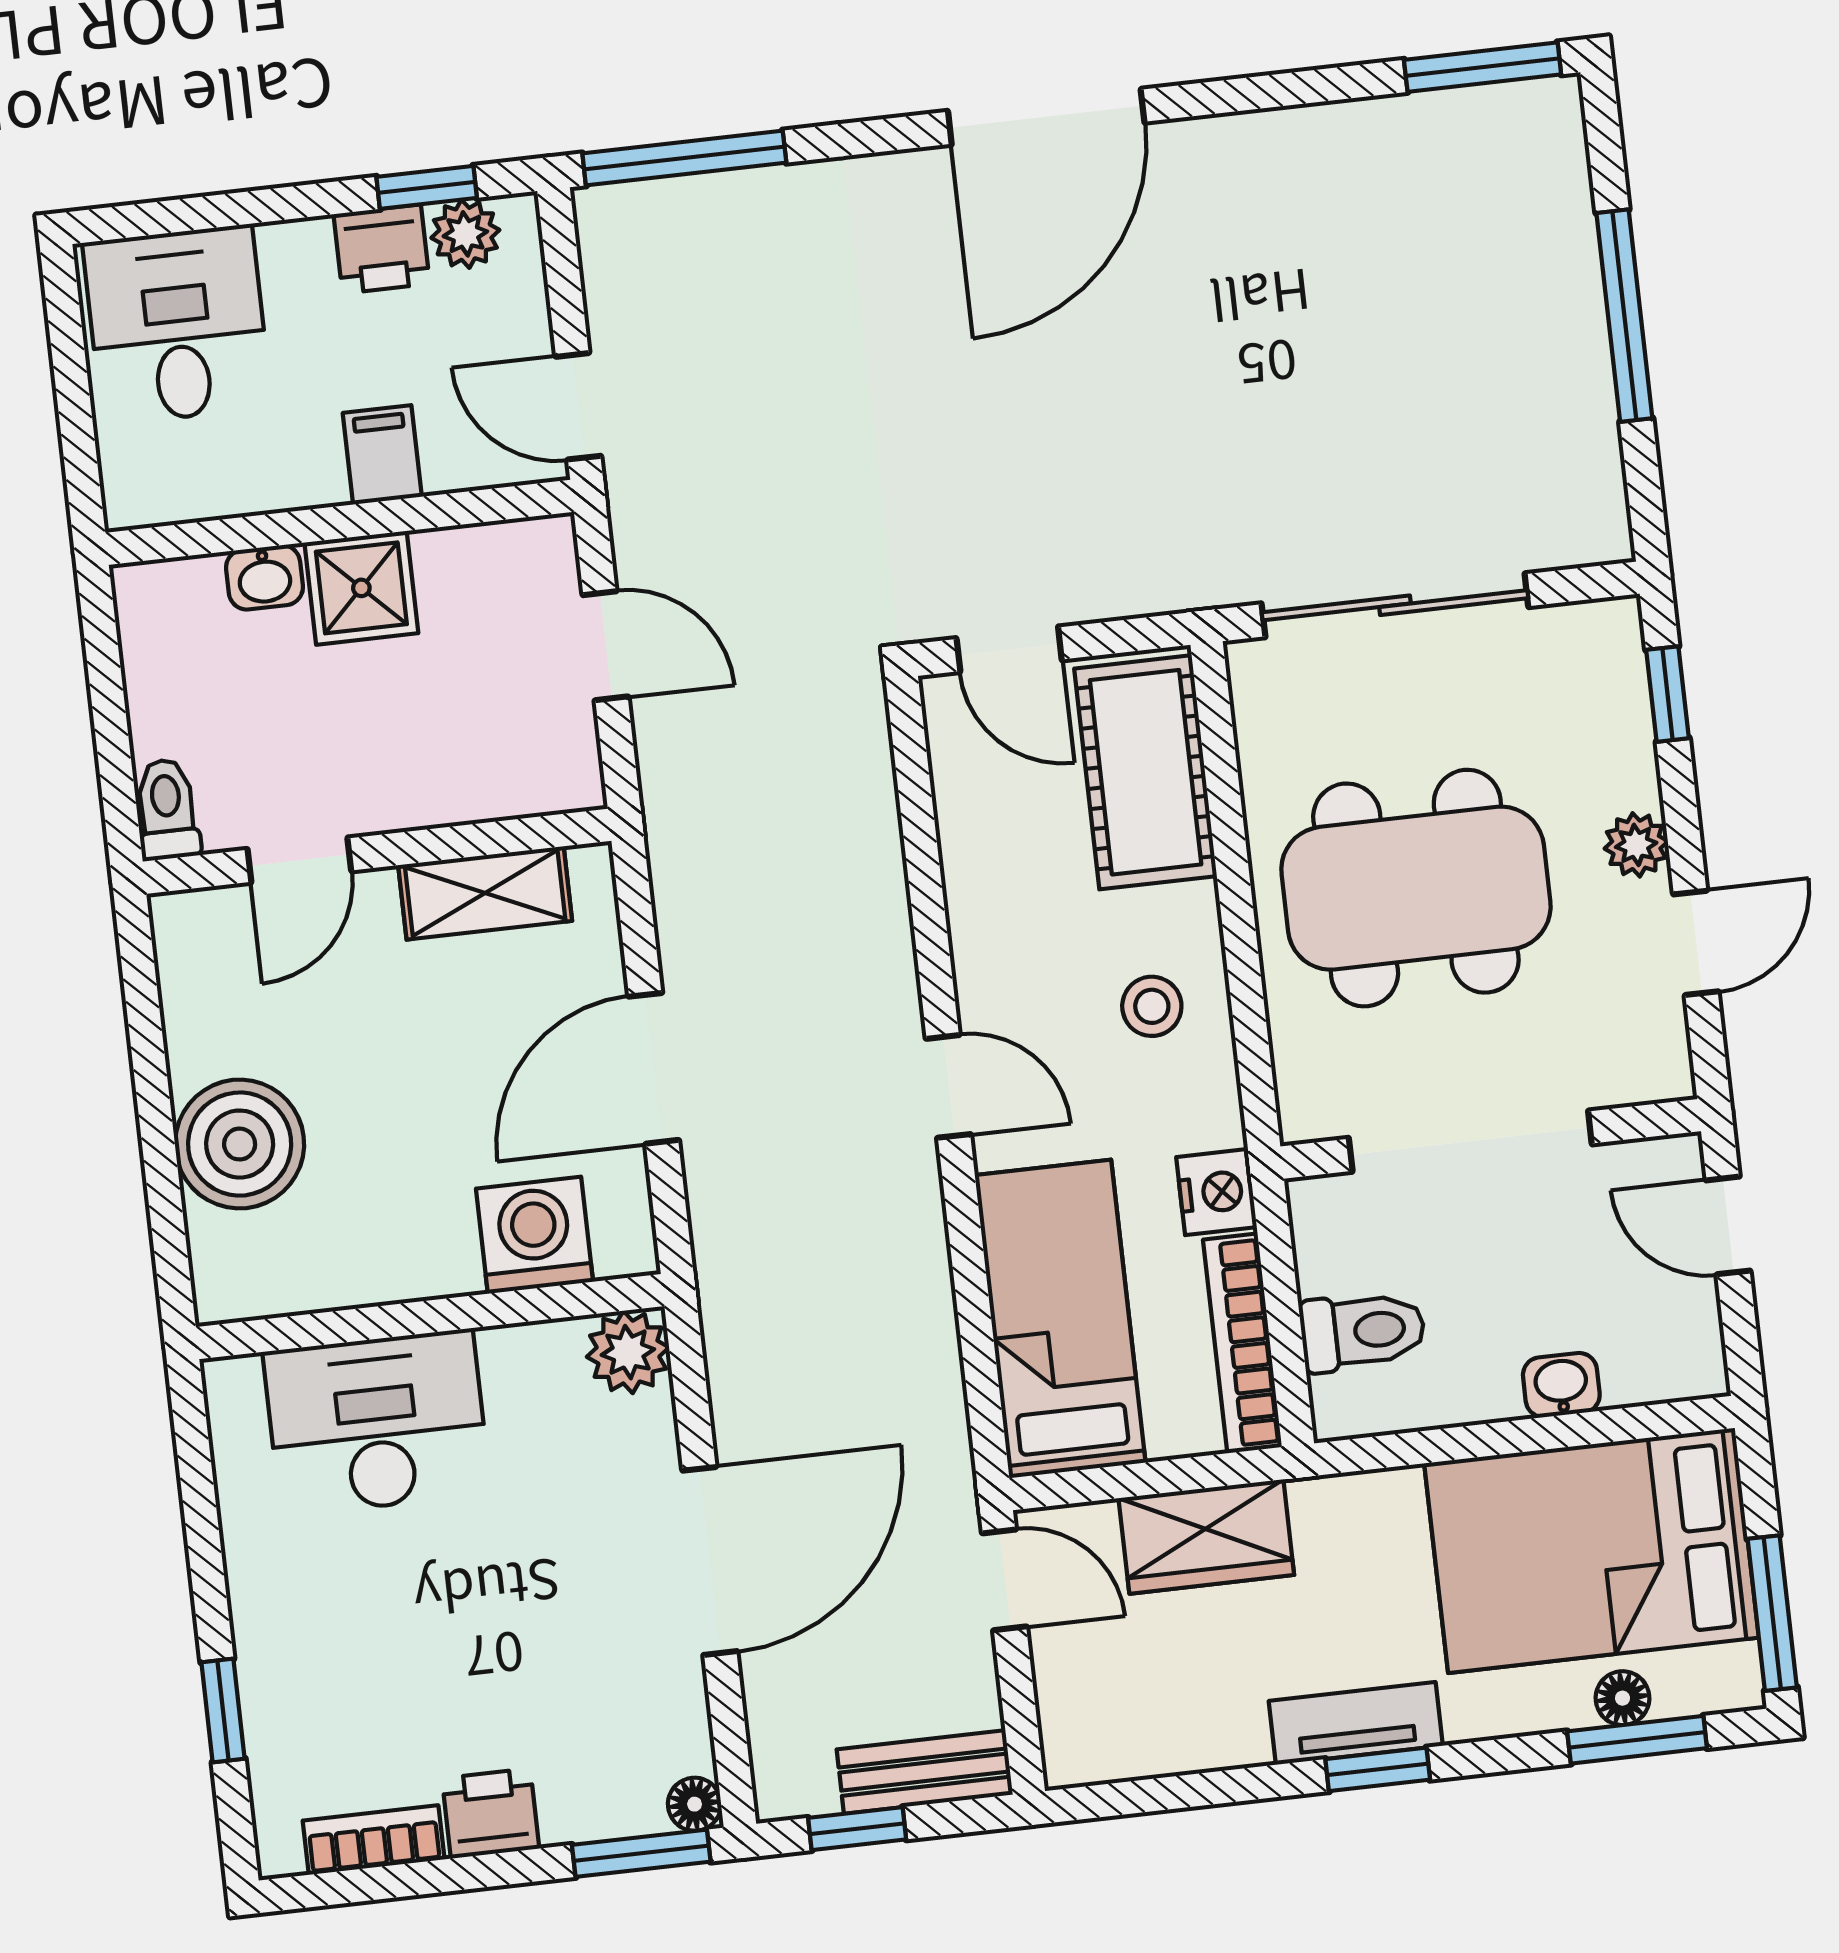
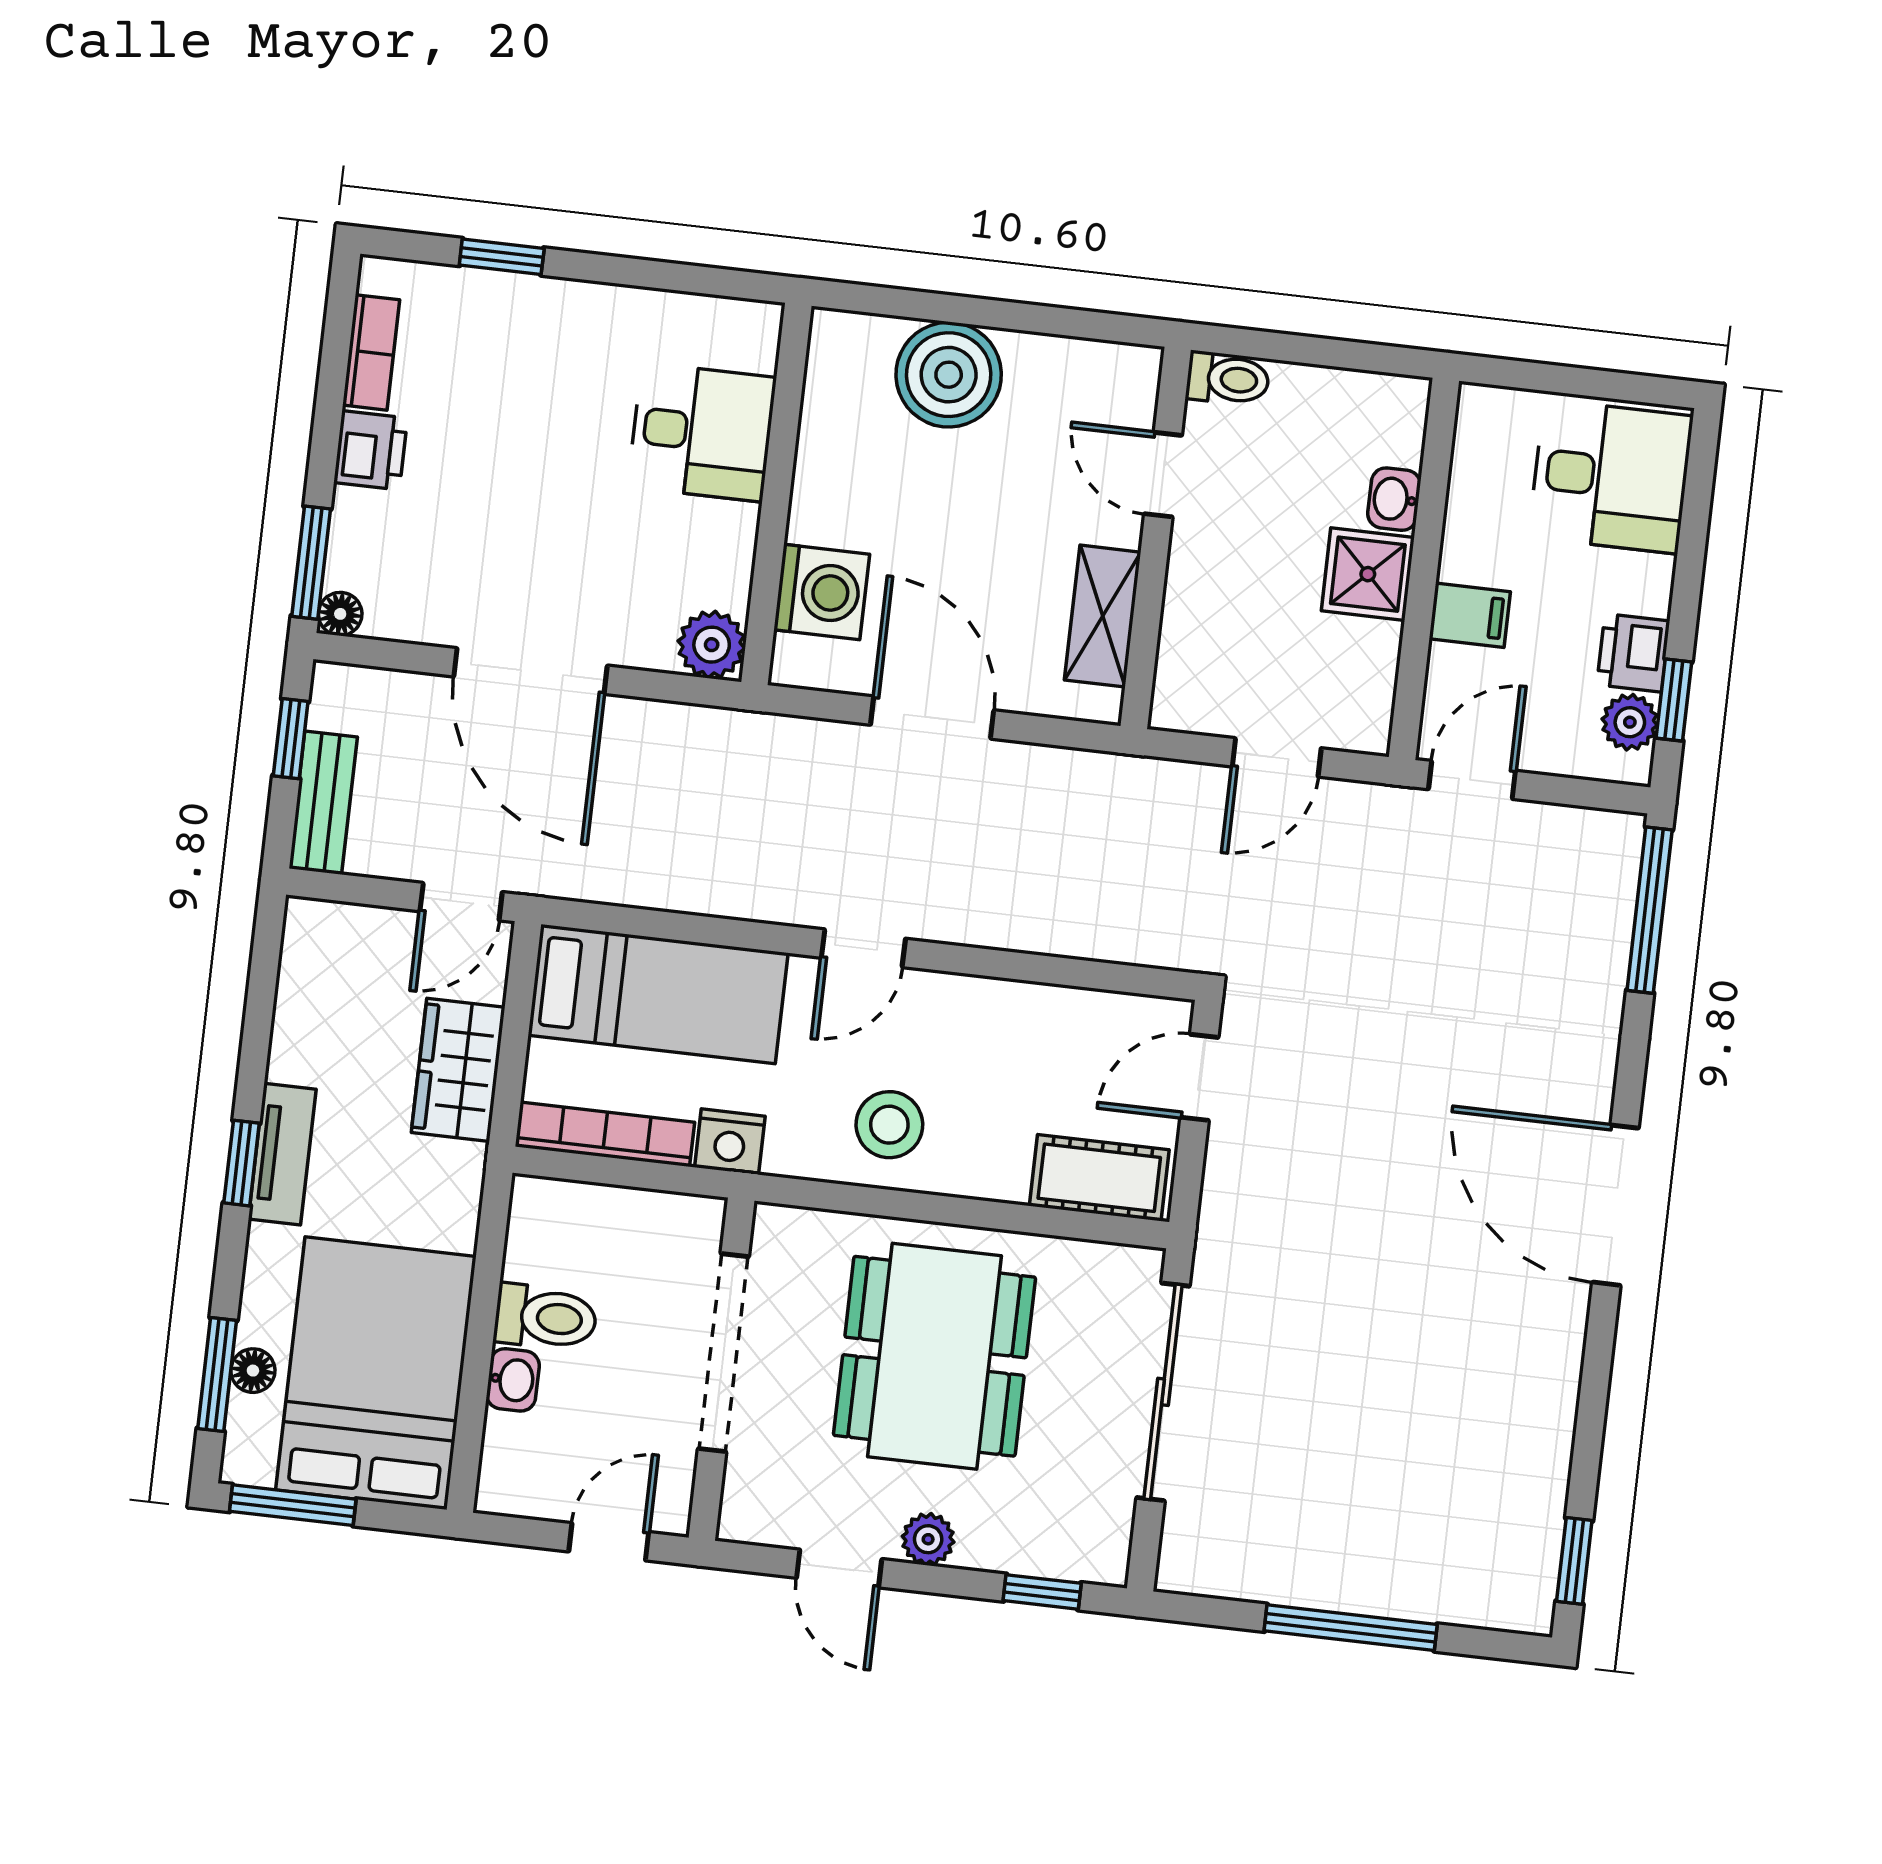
window: (1483, 67) -> (1574, 1561), width x0.67
cot: (1146, 772) -> (1099, 1178), width x0.73, depth x0.75
stool: (1152, 1006) -> (889, 1125), width x1.37, depth x1.37
toilet: (1363, 1331) -> (546, 1317), moved, turned -90
desk: (377, 1423) -> (702, 432), width x0.73

